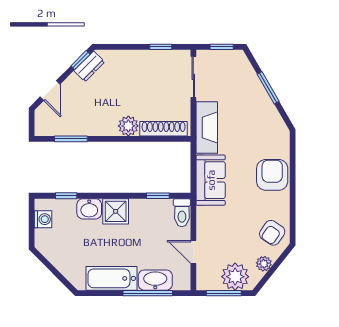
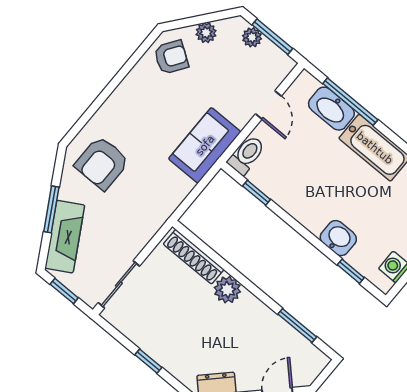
window: (161, 47) -> (148, 361), moved
fireplace: (207, 128) -> (65, 237), moved, turned 150
armchair: (272, 175) -> (102, 163), moved
sofa: (211, 180) -> (205, 145), moved
shower: (116, 211) -> (313, 213), removed
plant: (235, 277) -> (252, 37), width x0.53, depth x0.53

